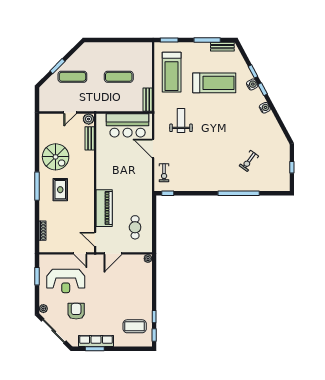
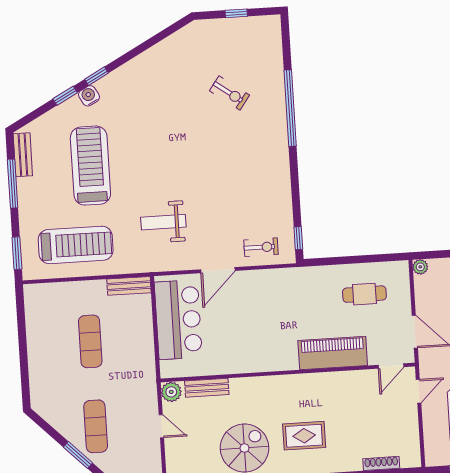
water cooler: (265, 108) -> (130, 70), removed

